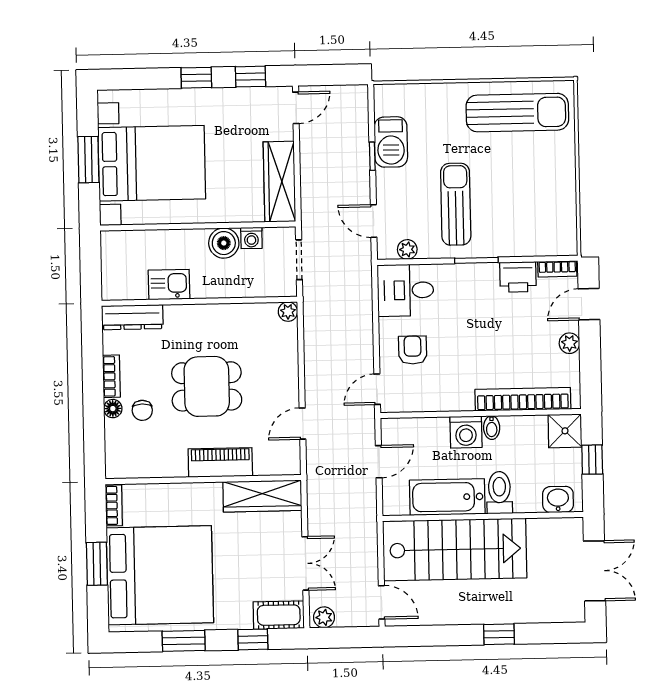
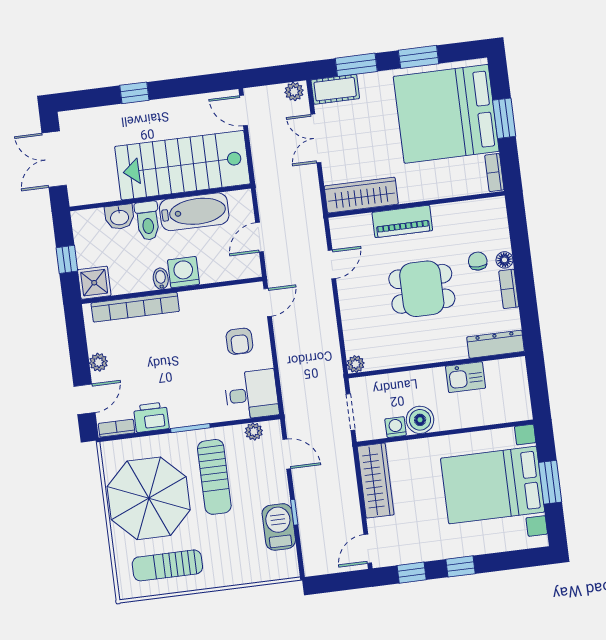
sun lounger: (517, 113) -> (167, 565), width x0.73, depth x0.75
parasol: (530, 188) -> (149, 498), added
washbasin: (558, 499) -> (119, 217), moved
window: (253, 639) -> (356, 65), width x1.50

